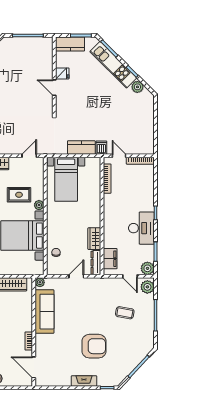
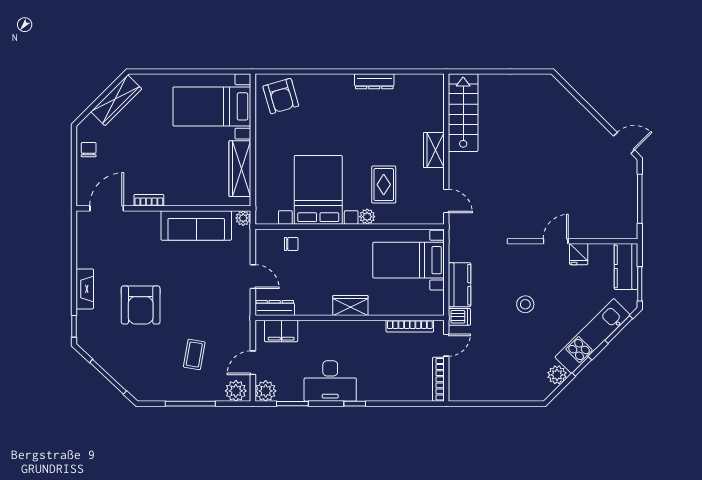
stool: (94, 107) -> (525, 304), added
wardrobe: (94, 239) -> (350, 306), moved

